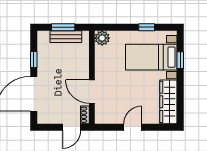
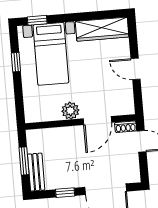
bench: (66, 37) -> (36, 172), moved
plant: (102, 38) -> (70, 111), moved
window: (180, 60) -> (37, 20), moved

